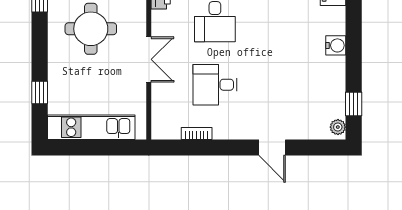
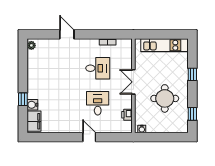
water cooler: (336, 45) -> (32, 105), moved
window: (40, 92) -> (192, 74), moved
window: (354, 104) -> (23, 99), moved

